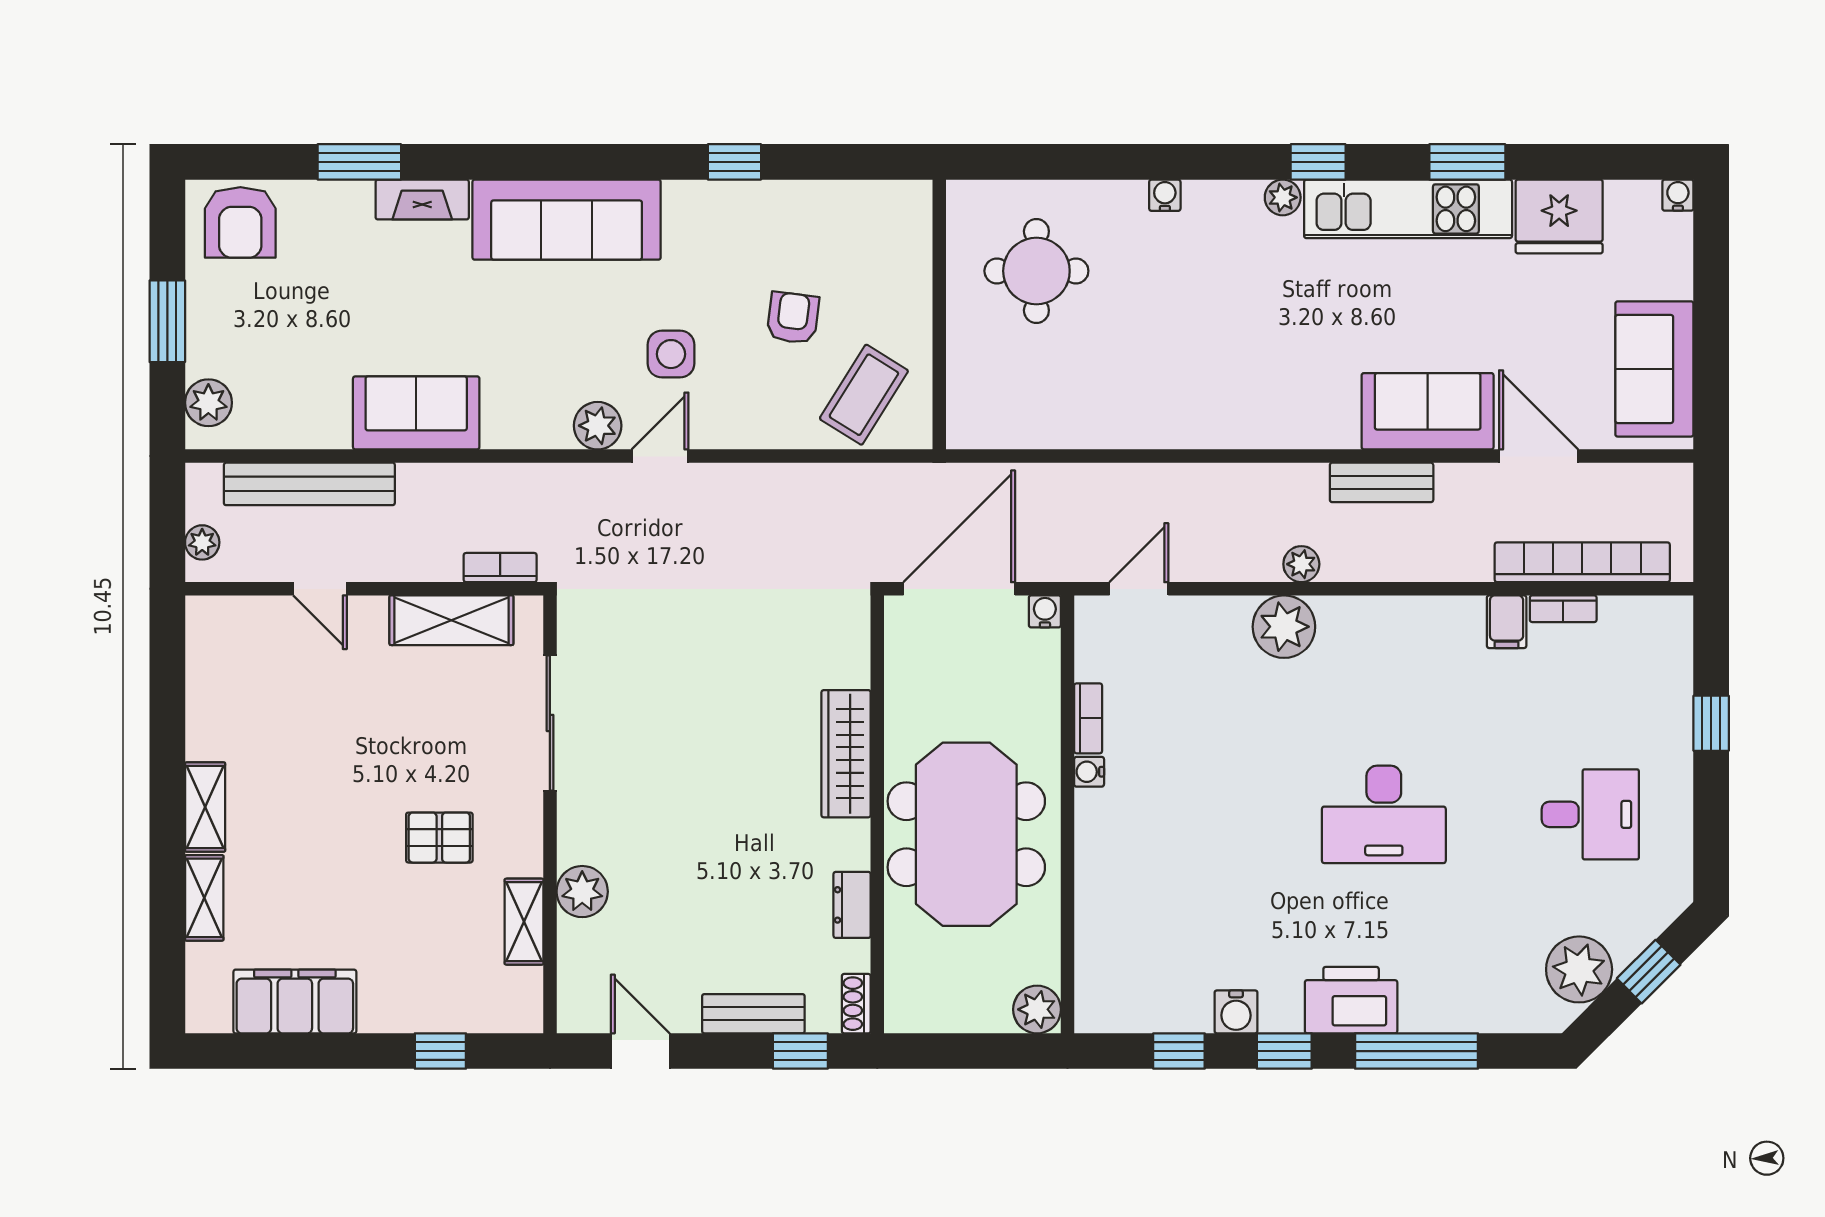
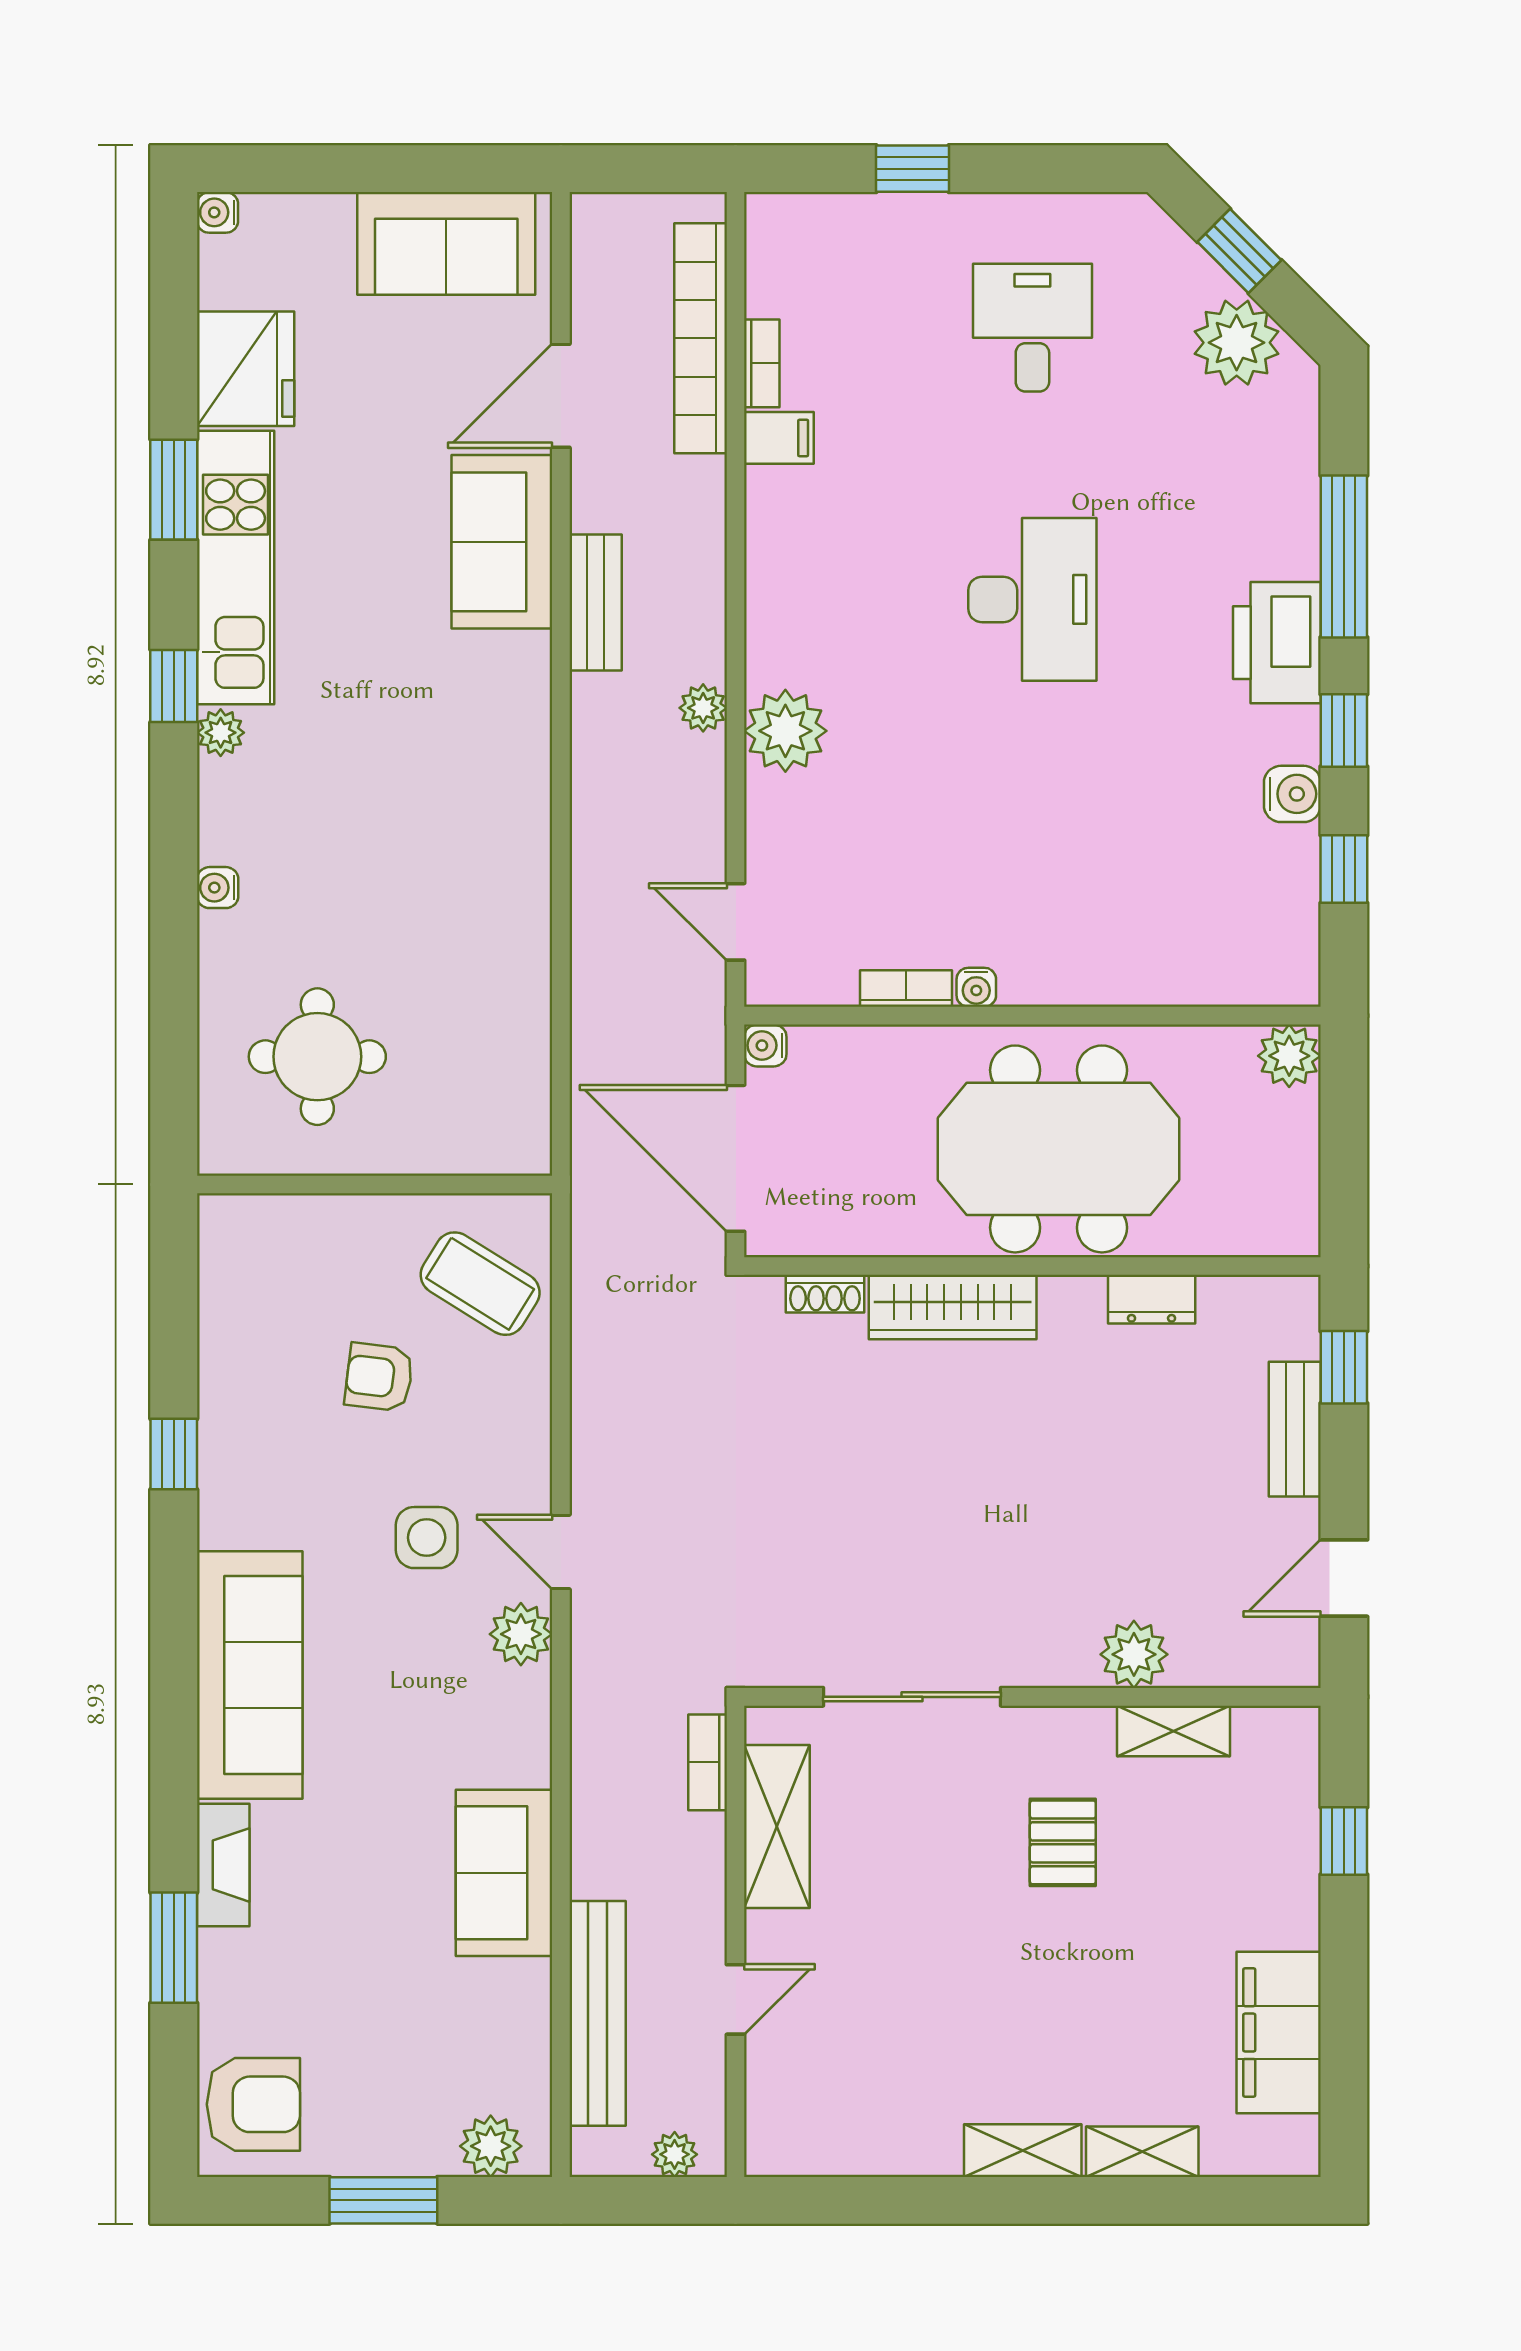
shoe rack: (856, 1004) -> (825, 1294), moved

